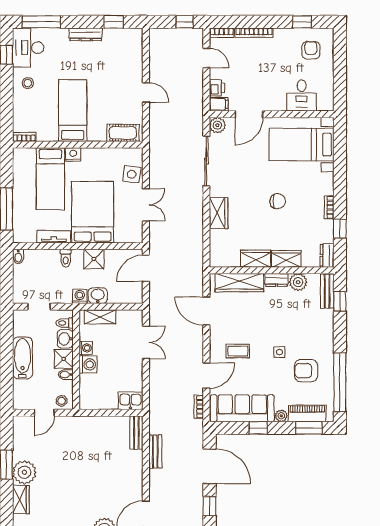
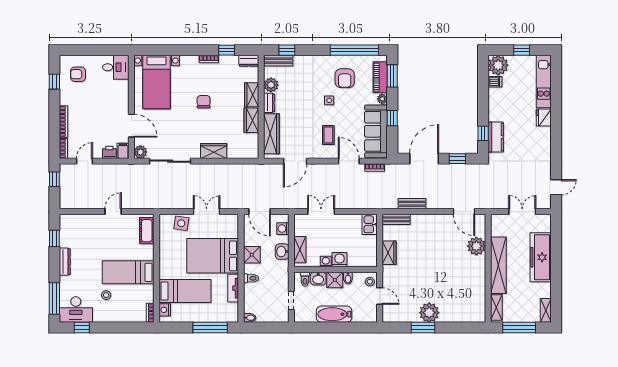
stool: (28, 83) -> (106, 295), moved
desk: (302, 95) -> (116, 67), moved
nightstand: (73, 154) -> (165, 310), moved
washing machine: (80, 296) -> (283, 229), moved
wardrobe: (21, 500) -> (389, 253), moved, turned 90

